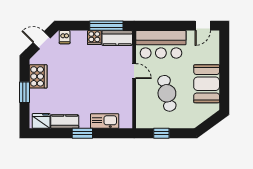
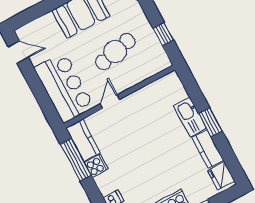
kitchen sink: (105, 121) -> (190, 117), moved

